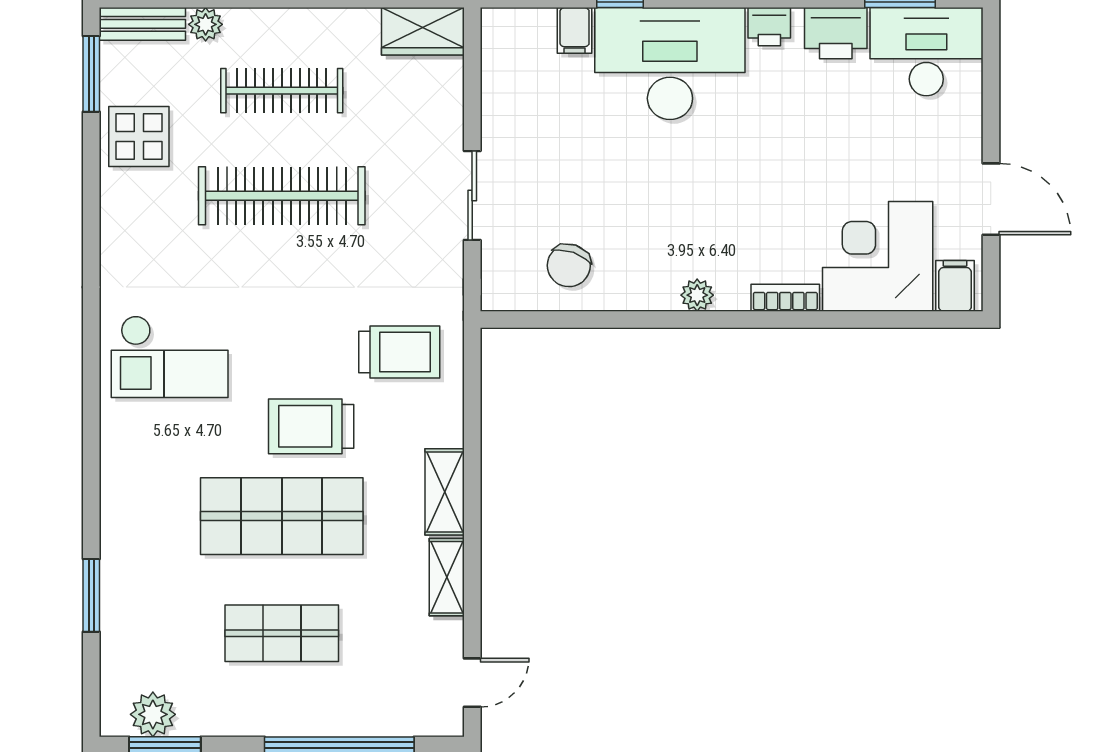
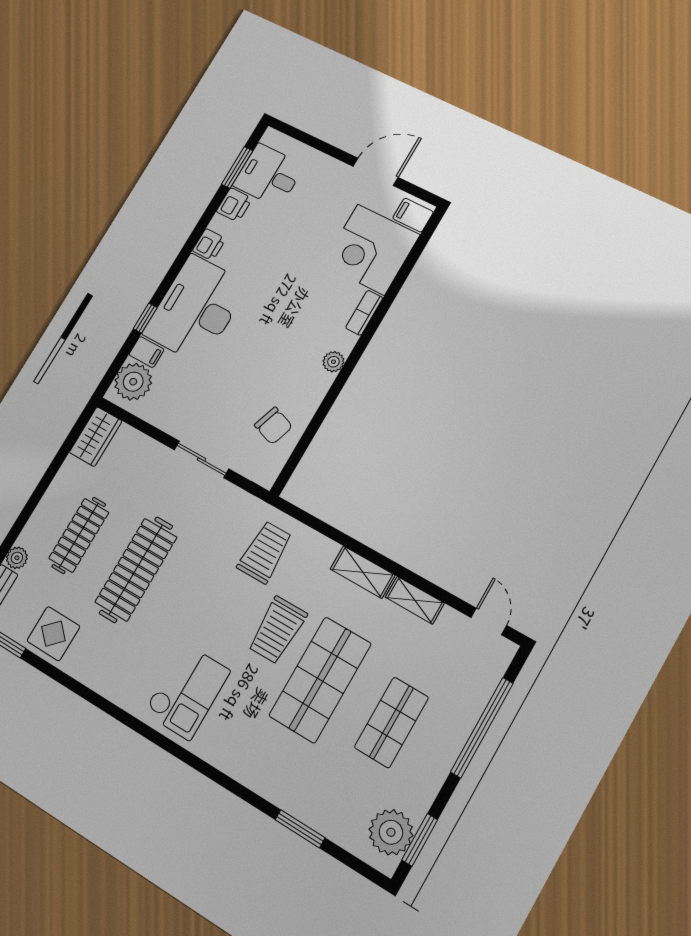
printer: (836, 33) -> (234, 205), width x0.73, depth x0.81
plant: (524, 37) -> (133, 382), added
desk: (926, 52) -> (269, 175), width x0.73
plant: (153, 714) -> (391, 832), width x1.36, depth x1.36

